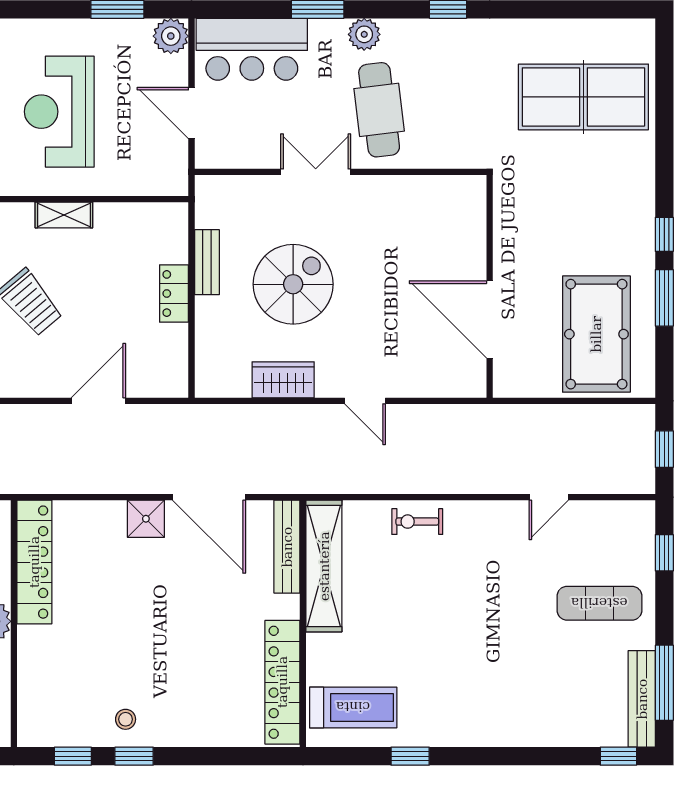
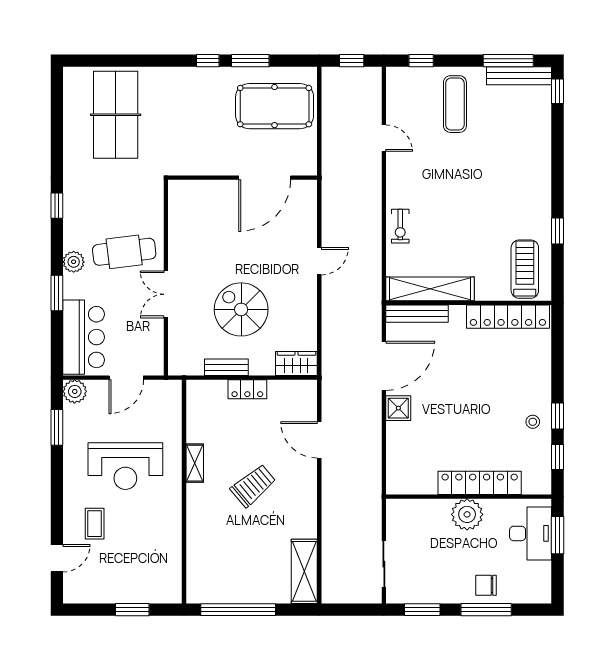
wardrobe: (283, 380) -> (296, 363), moved, turned 90
locker: (34, 562) -> (480, 483), moved

